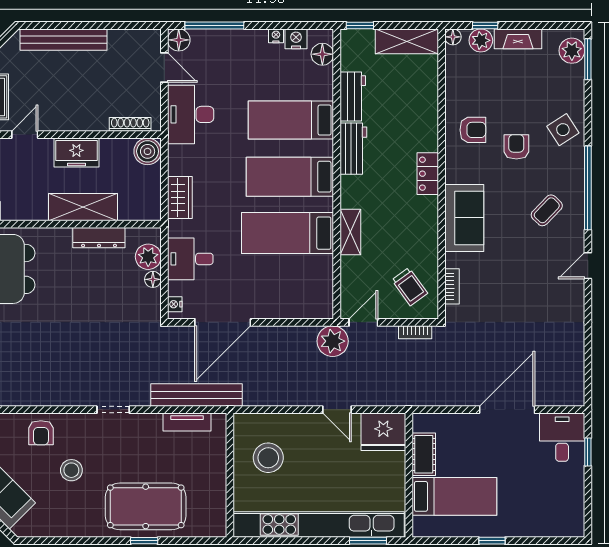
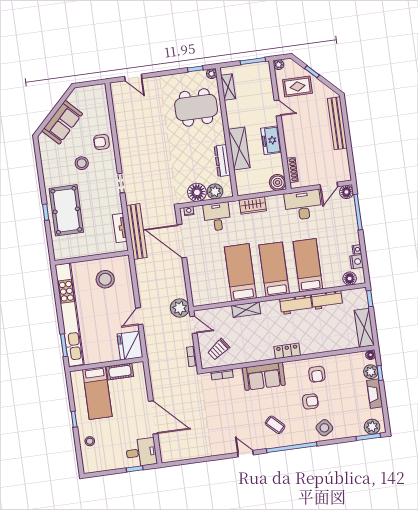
floor lamp: (153, 279) -> (197, 192), width x1.89, depth x1.89
stool: (532, 520) -> (90, 441), added

